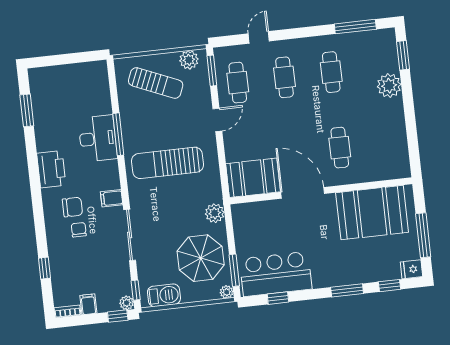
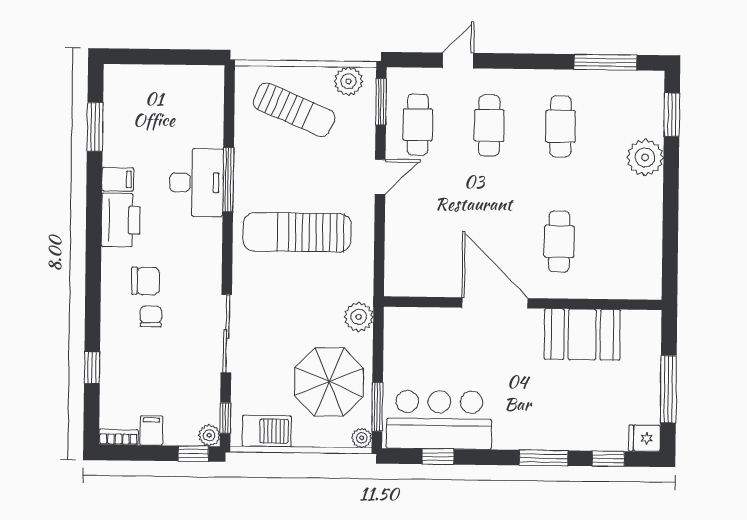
booth: (253, 178) -> (423, 271), removed
filing cabinet: (112, 198) -> (118, 179), moved, turned 180
booth: (372, 212) -> (582, 334), width x0.73, depth x0.70

